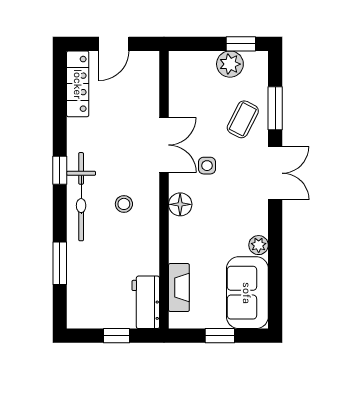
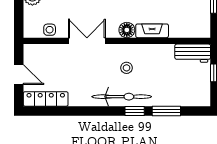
side table: (207, 166) -> (50, 30), moved
window: (60, 170) -> (135, 111), moved
fireplace: (179, 288) -> (152, 31), moved

